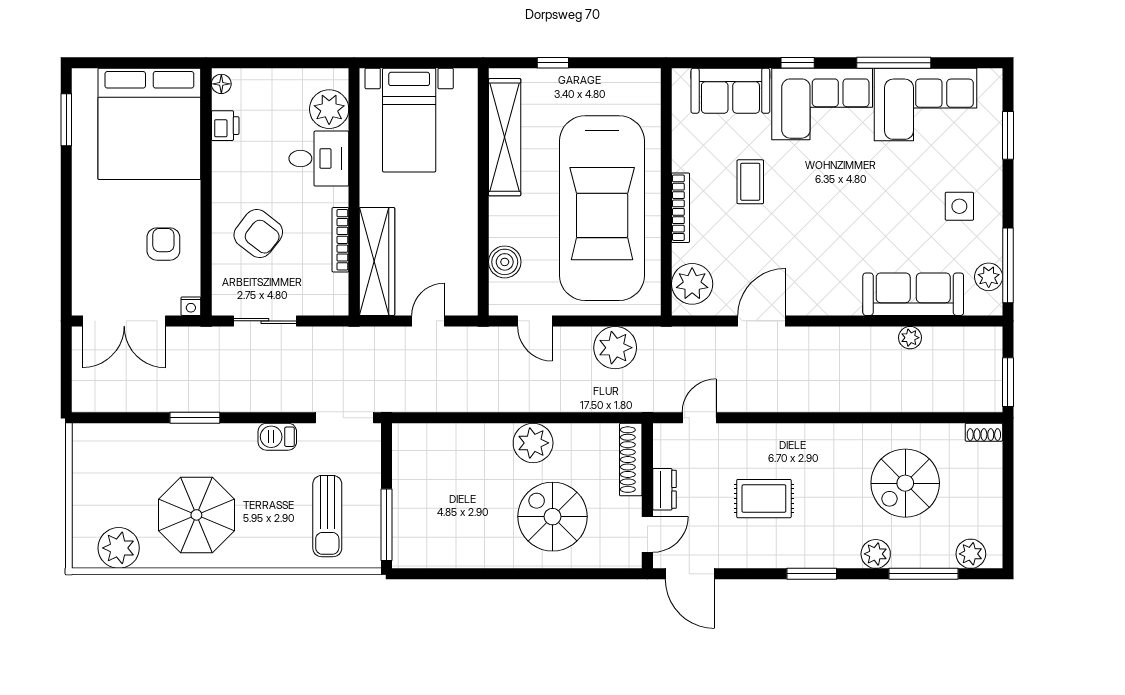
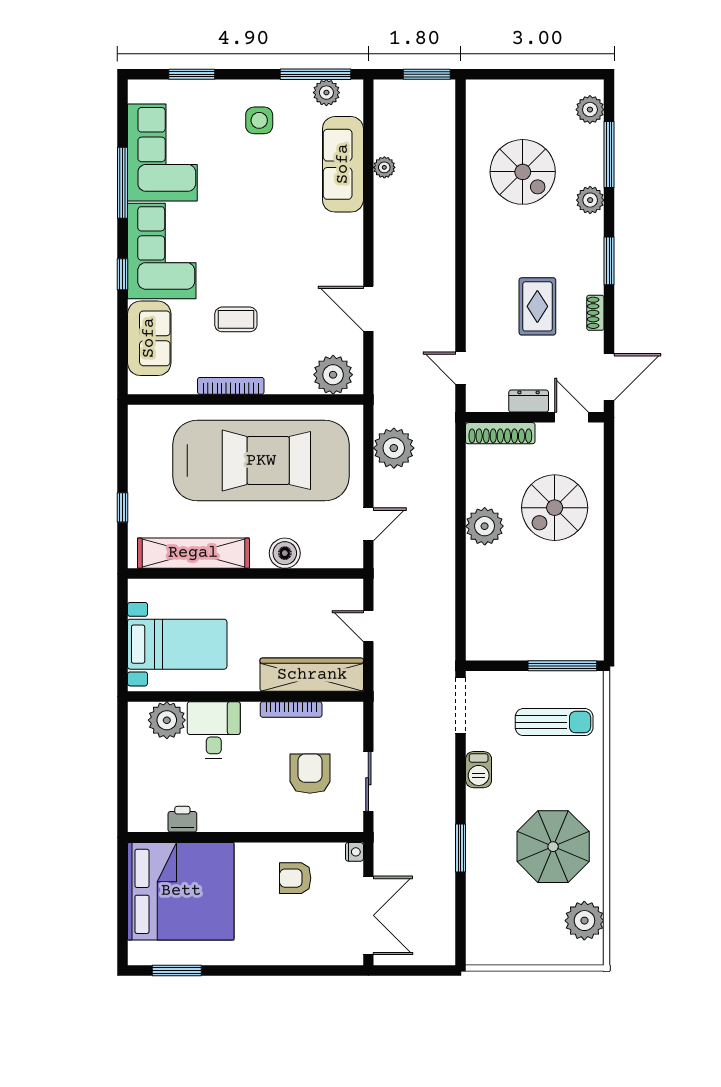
floor lamp: (221, 84) -> (143, 823), removed
bookcase: (681, 208) -> (231, 386), moved
armchair: (258, 234) -> (310, 774), moved, turned -38
boiler: (505, 262) -> (285, 553), moved
shoe rack: (984, 432) -> (595, 313), moved, turned 180

